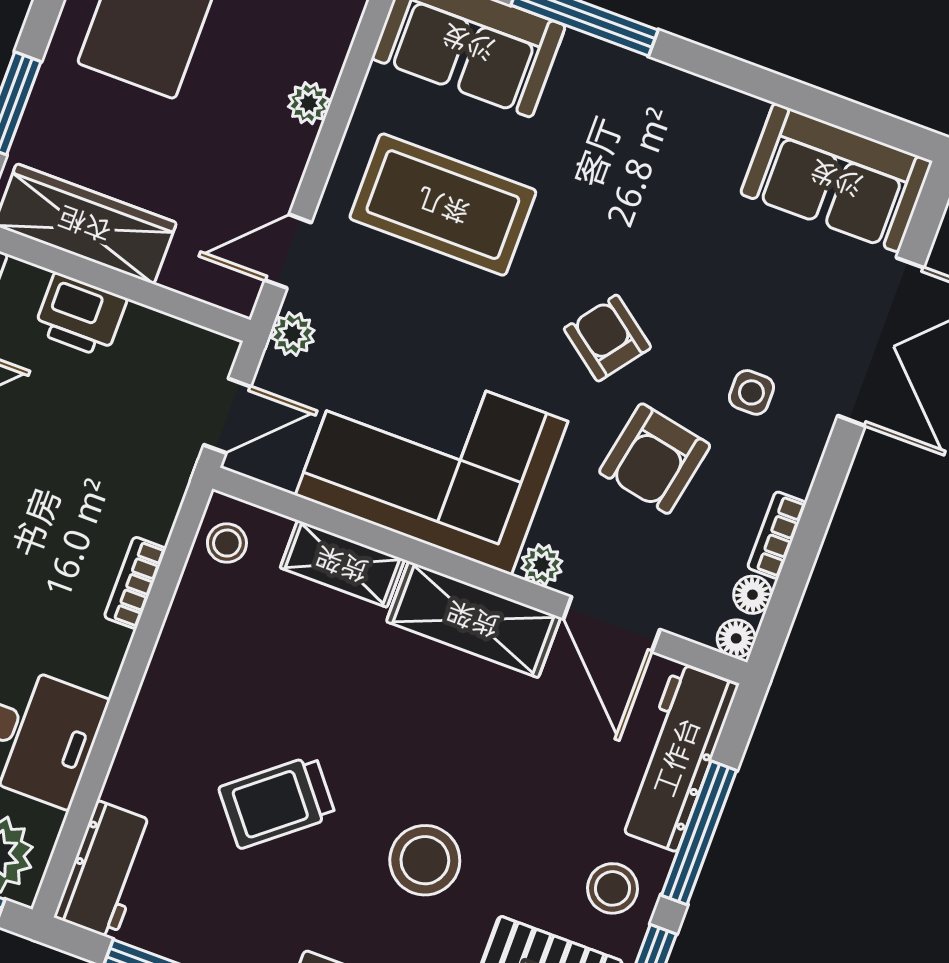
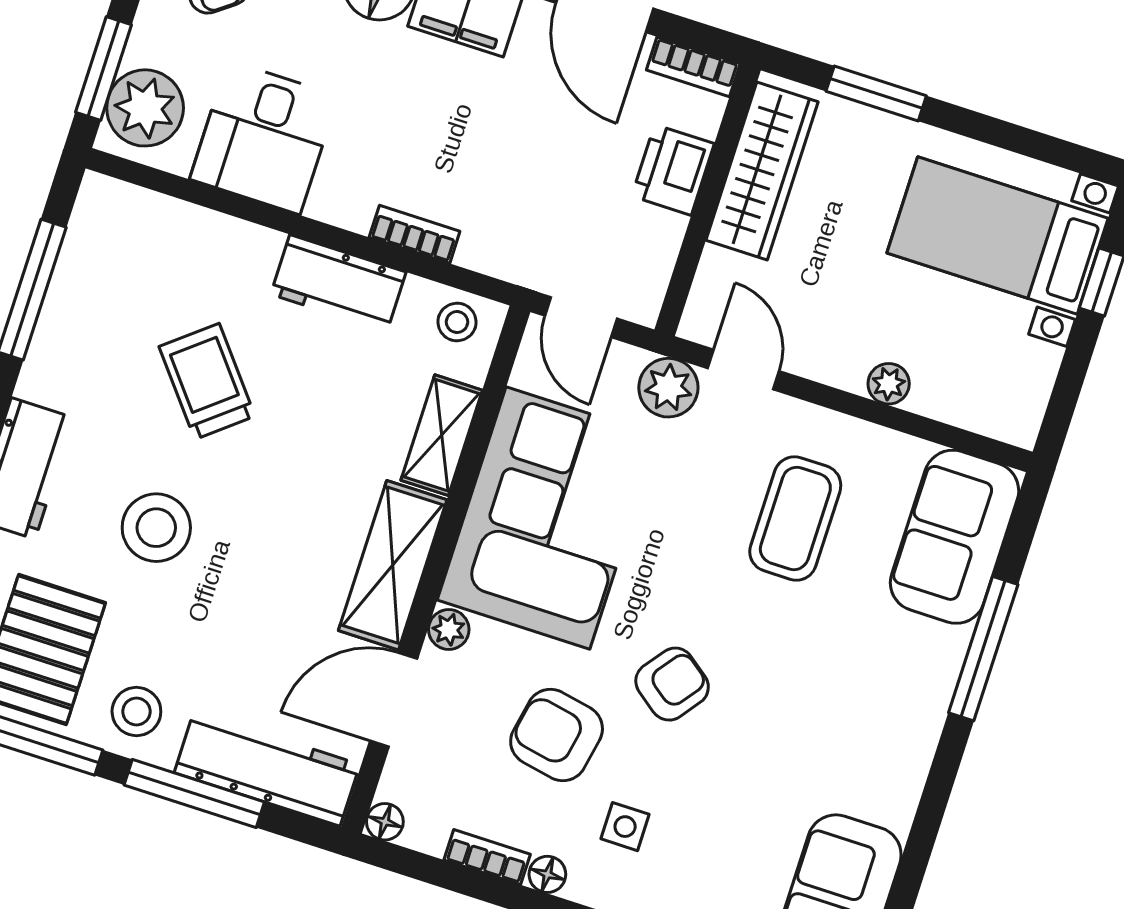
coffee table: (443, 205) -> (795, 518), width x0.73, depth x0.76
plant: (293, 334) -> (668, 388), width x1.38, depth x1.38
floor lamp: (752, 595) -> (547, 874), moved
workbench: (106, 870) -> (338, 283), moved

